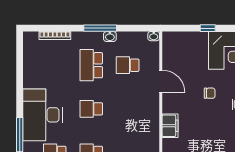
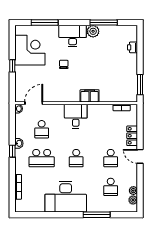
window: (100, 28) -> (12, 151), width x0.46
door: (161, 81) -> (34, 103), moved
desk: (144, 108) -> (76, 116), added
desk: (43, 115) -> (66, 197), moved

